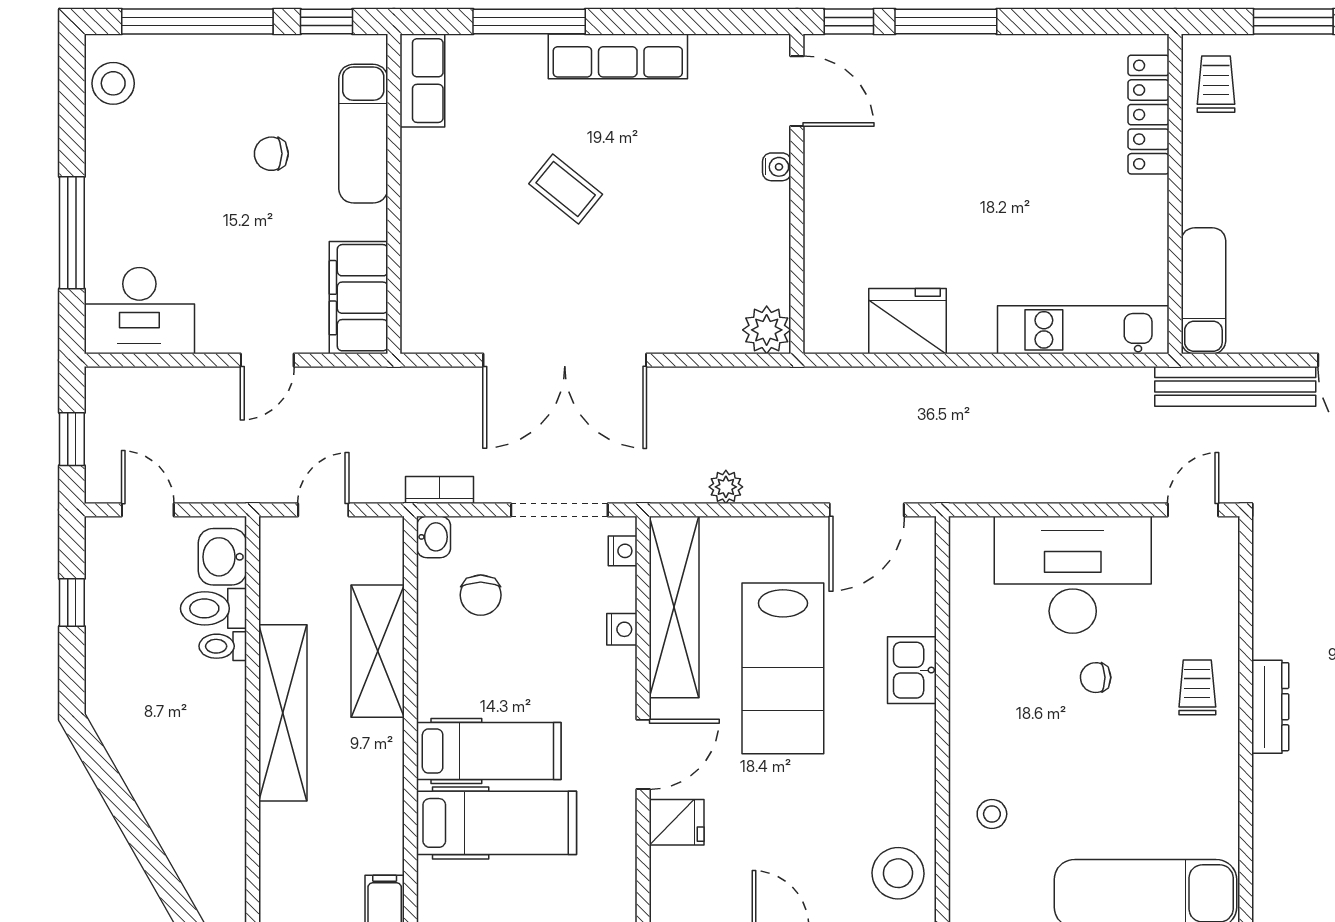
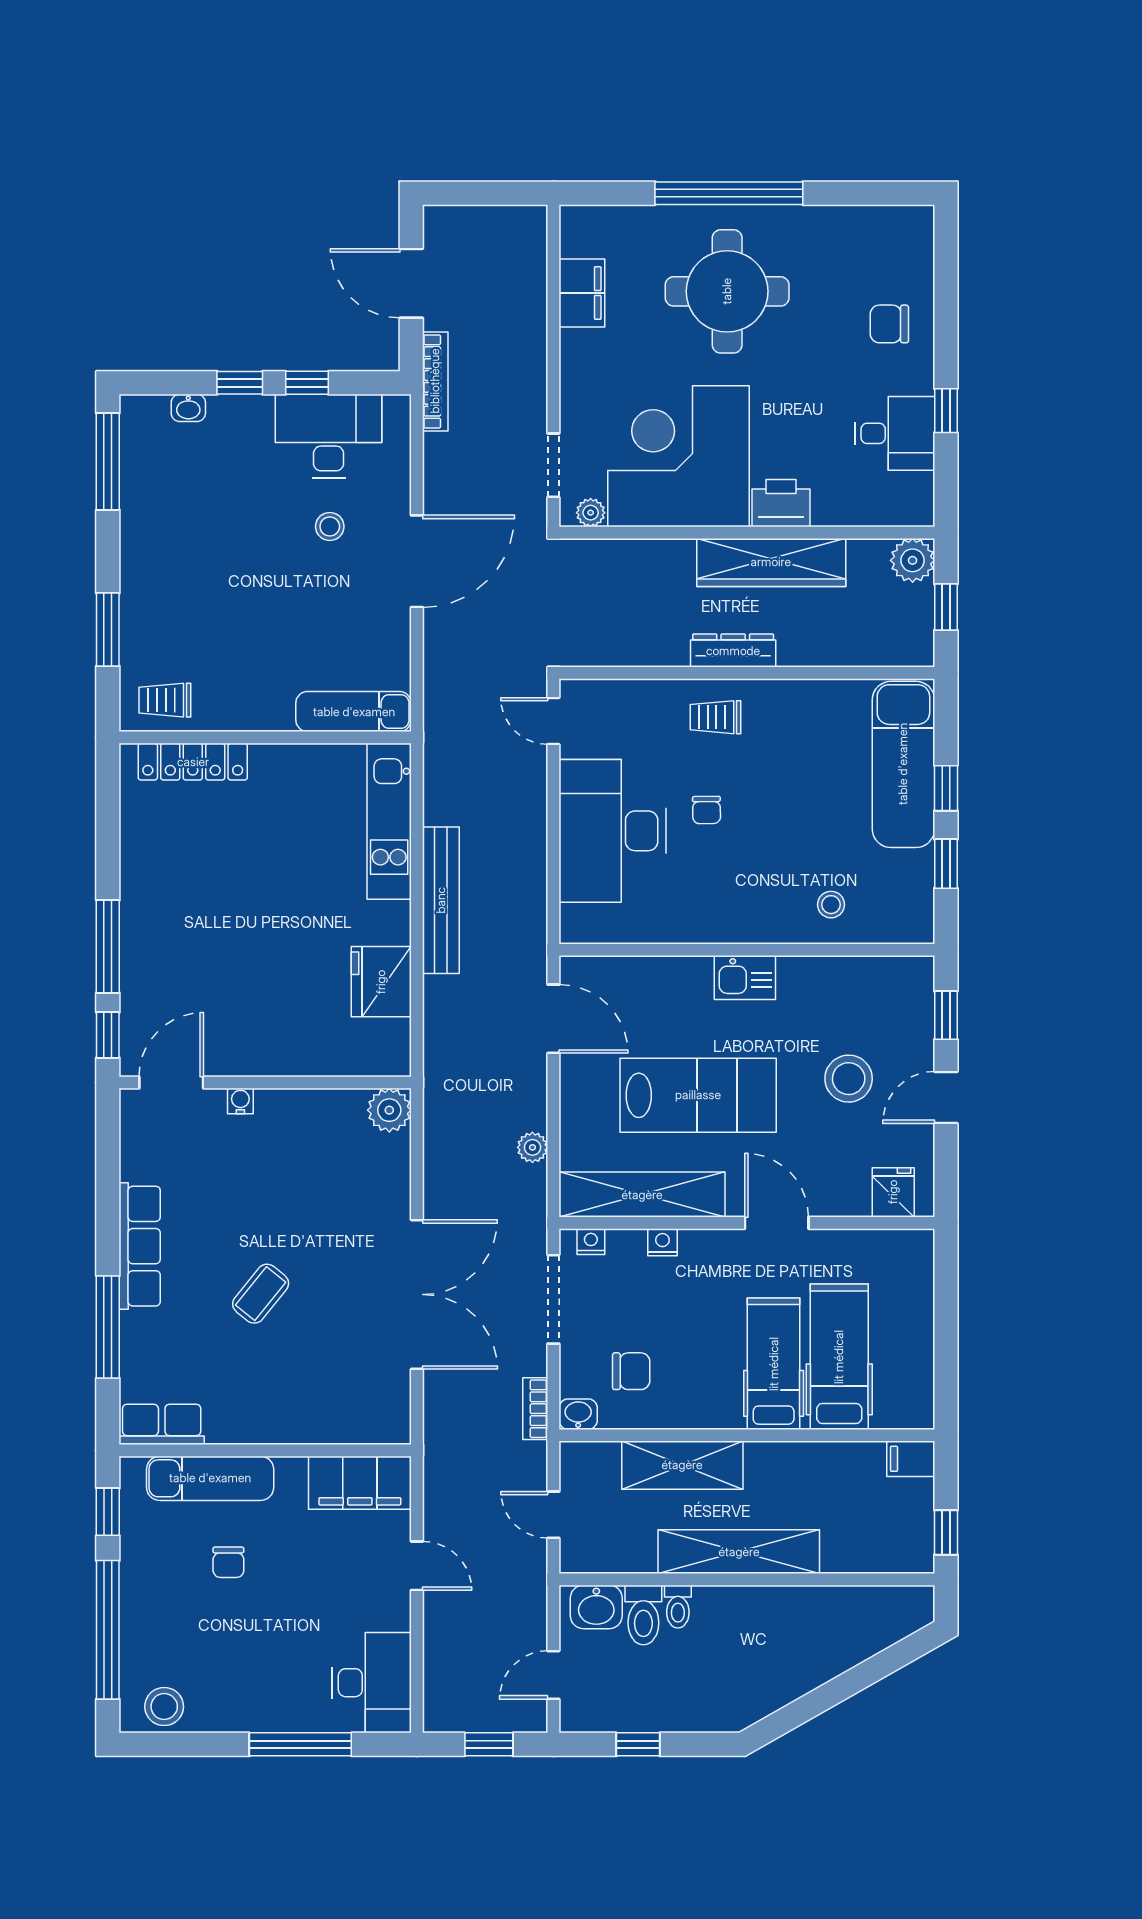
bench: (1235, 386) -> (441, 900), moved
kitchen sink: (912, 670) -> (745, 978), moved
fridge: (677, 822) -> (893, 1192), moved
stool: (898, 873) -> (849, 1079), moved

